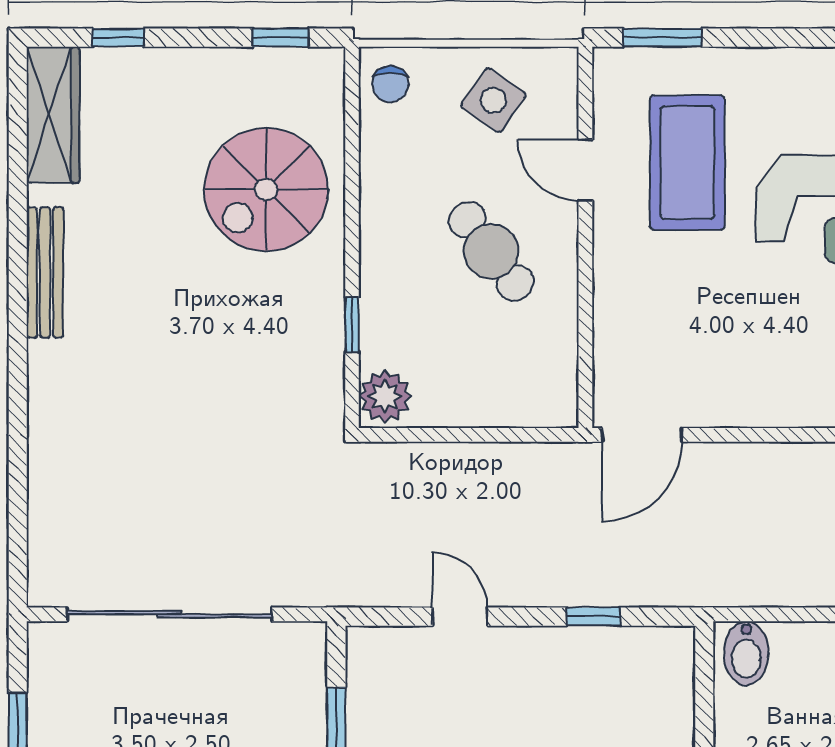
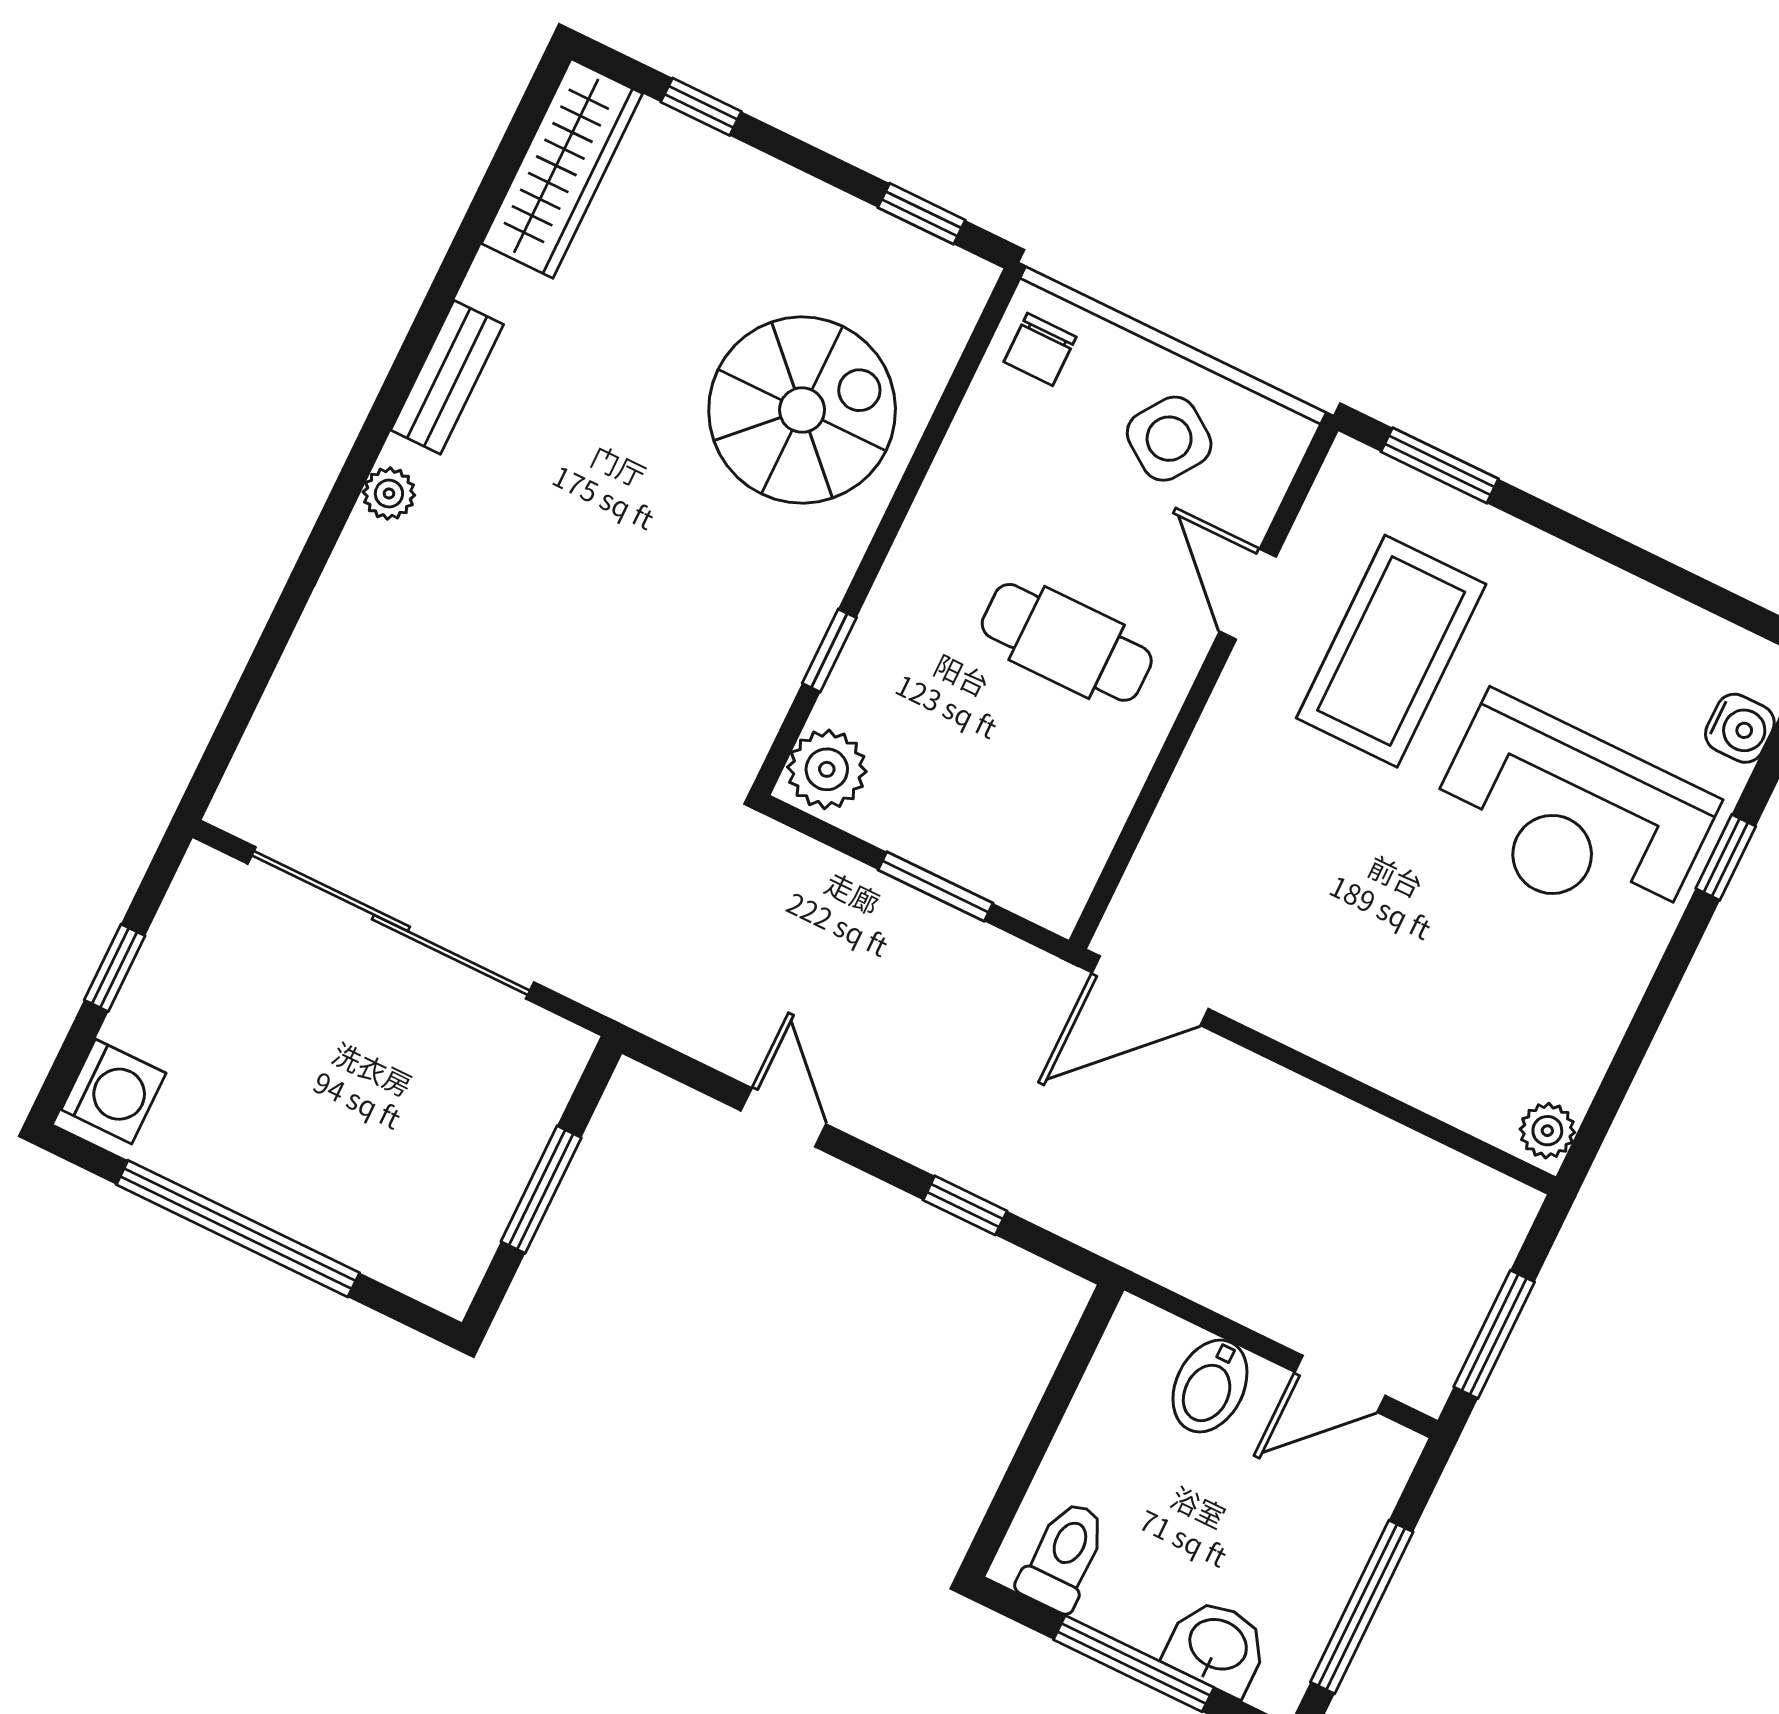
spiral stairs: (266, 189) -> (802, 410), turned 180
cafe table: (491, 251) -> (1067, 642), turned -53
bench: (45, 273) -> (447, 377), width x0.73
plant: (44, 359) -> (389, 494), added
window: (484, 435) -> (935, 886), added
bidet: (746, 653) -> (1210, 1386), moved

